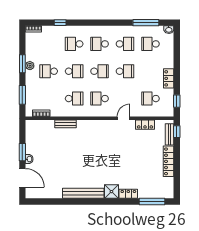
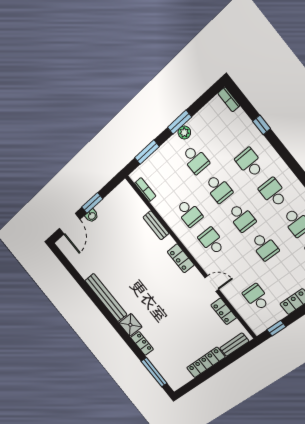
school desk: (49, 71) -> (195, 160), turned 180
locker: (95, 125) -> (181, 258), added
window: (177, 132) -> (243, 350), removed

